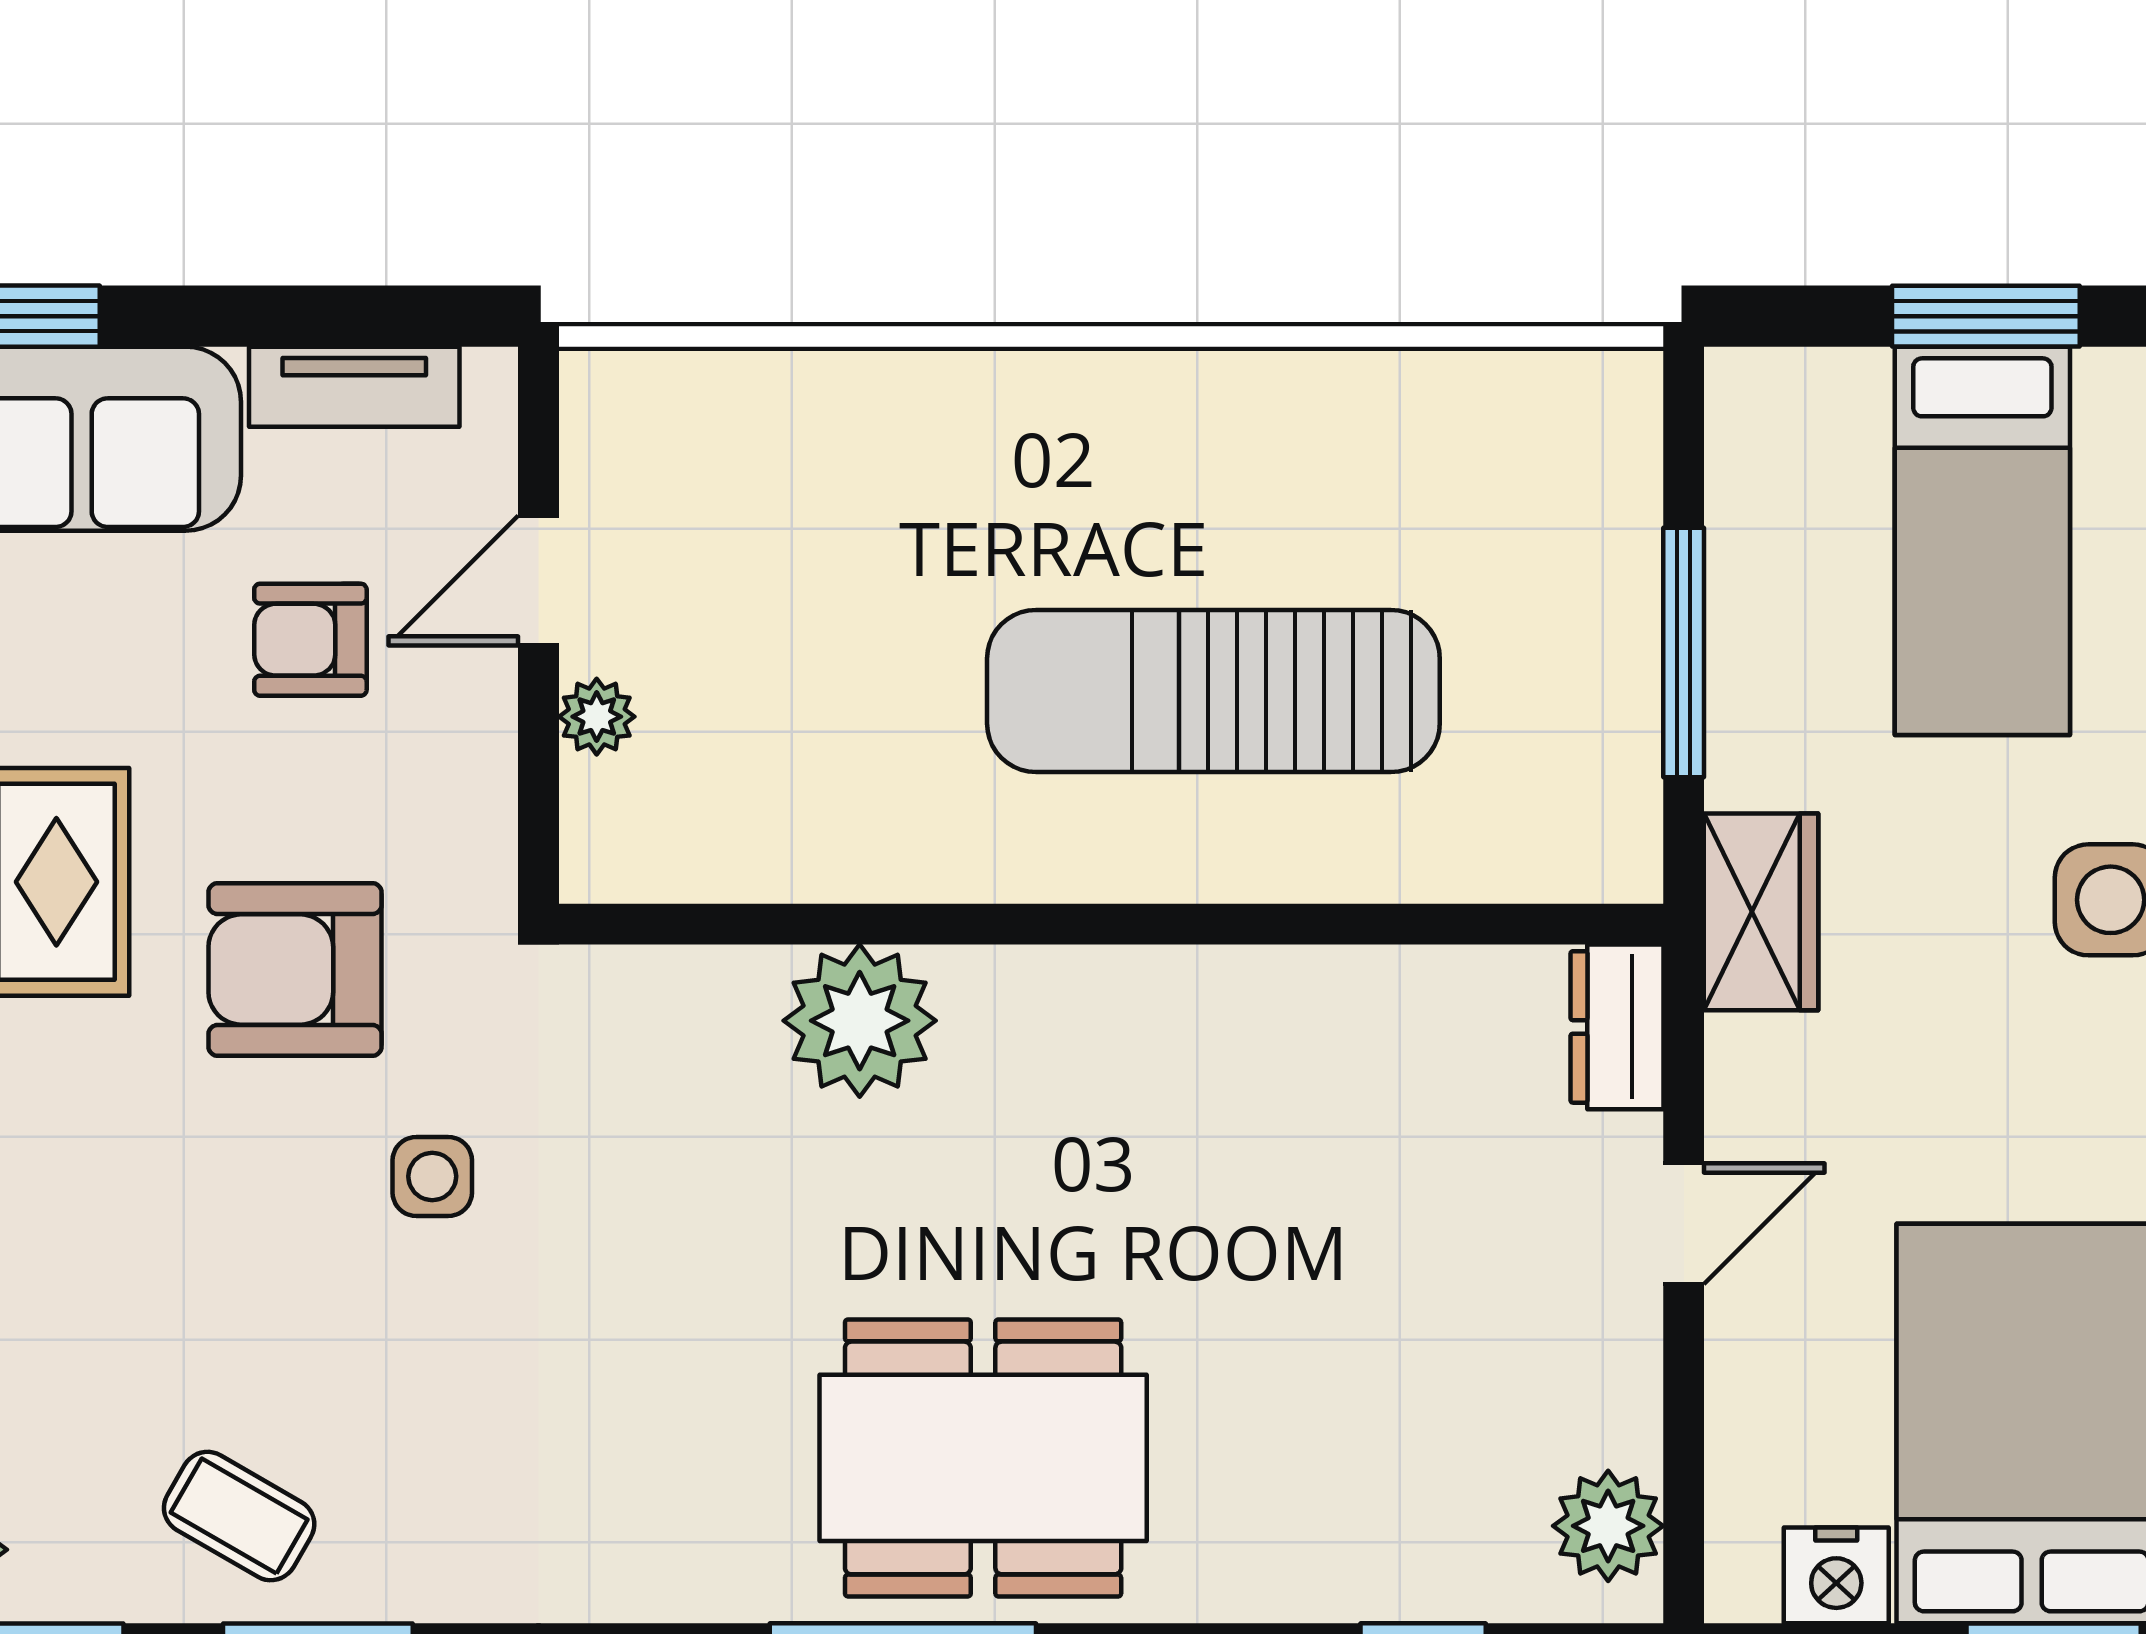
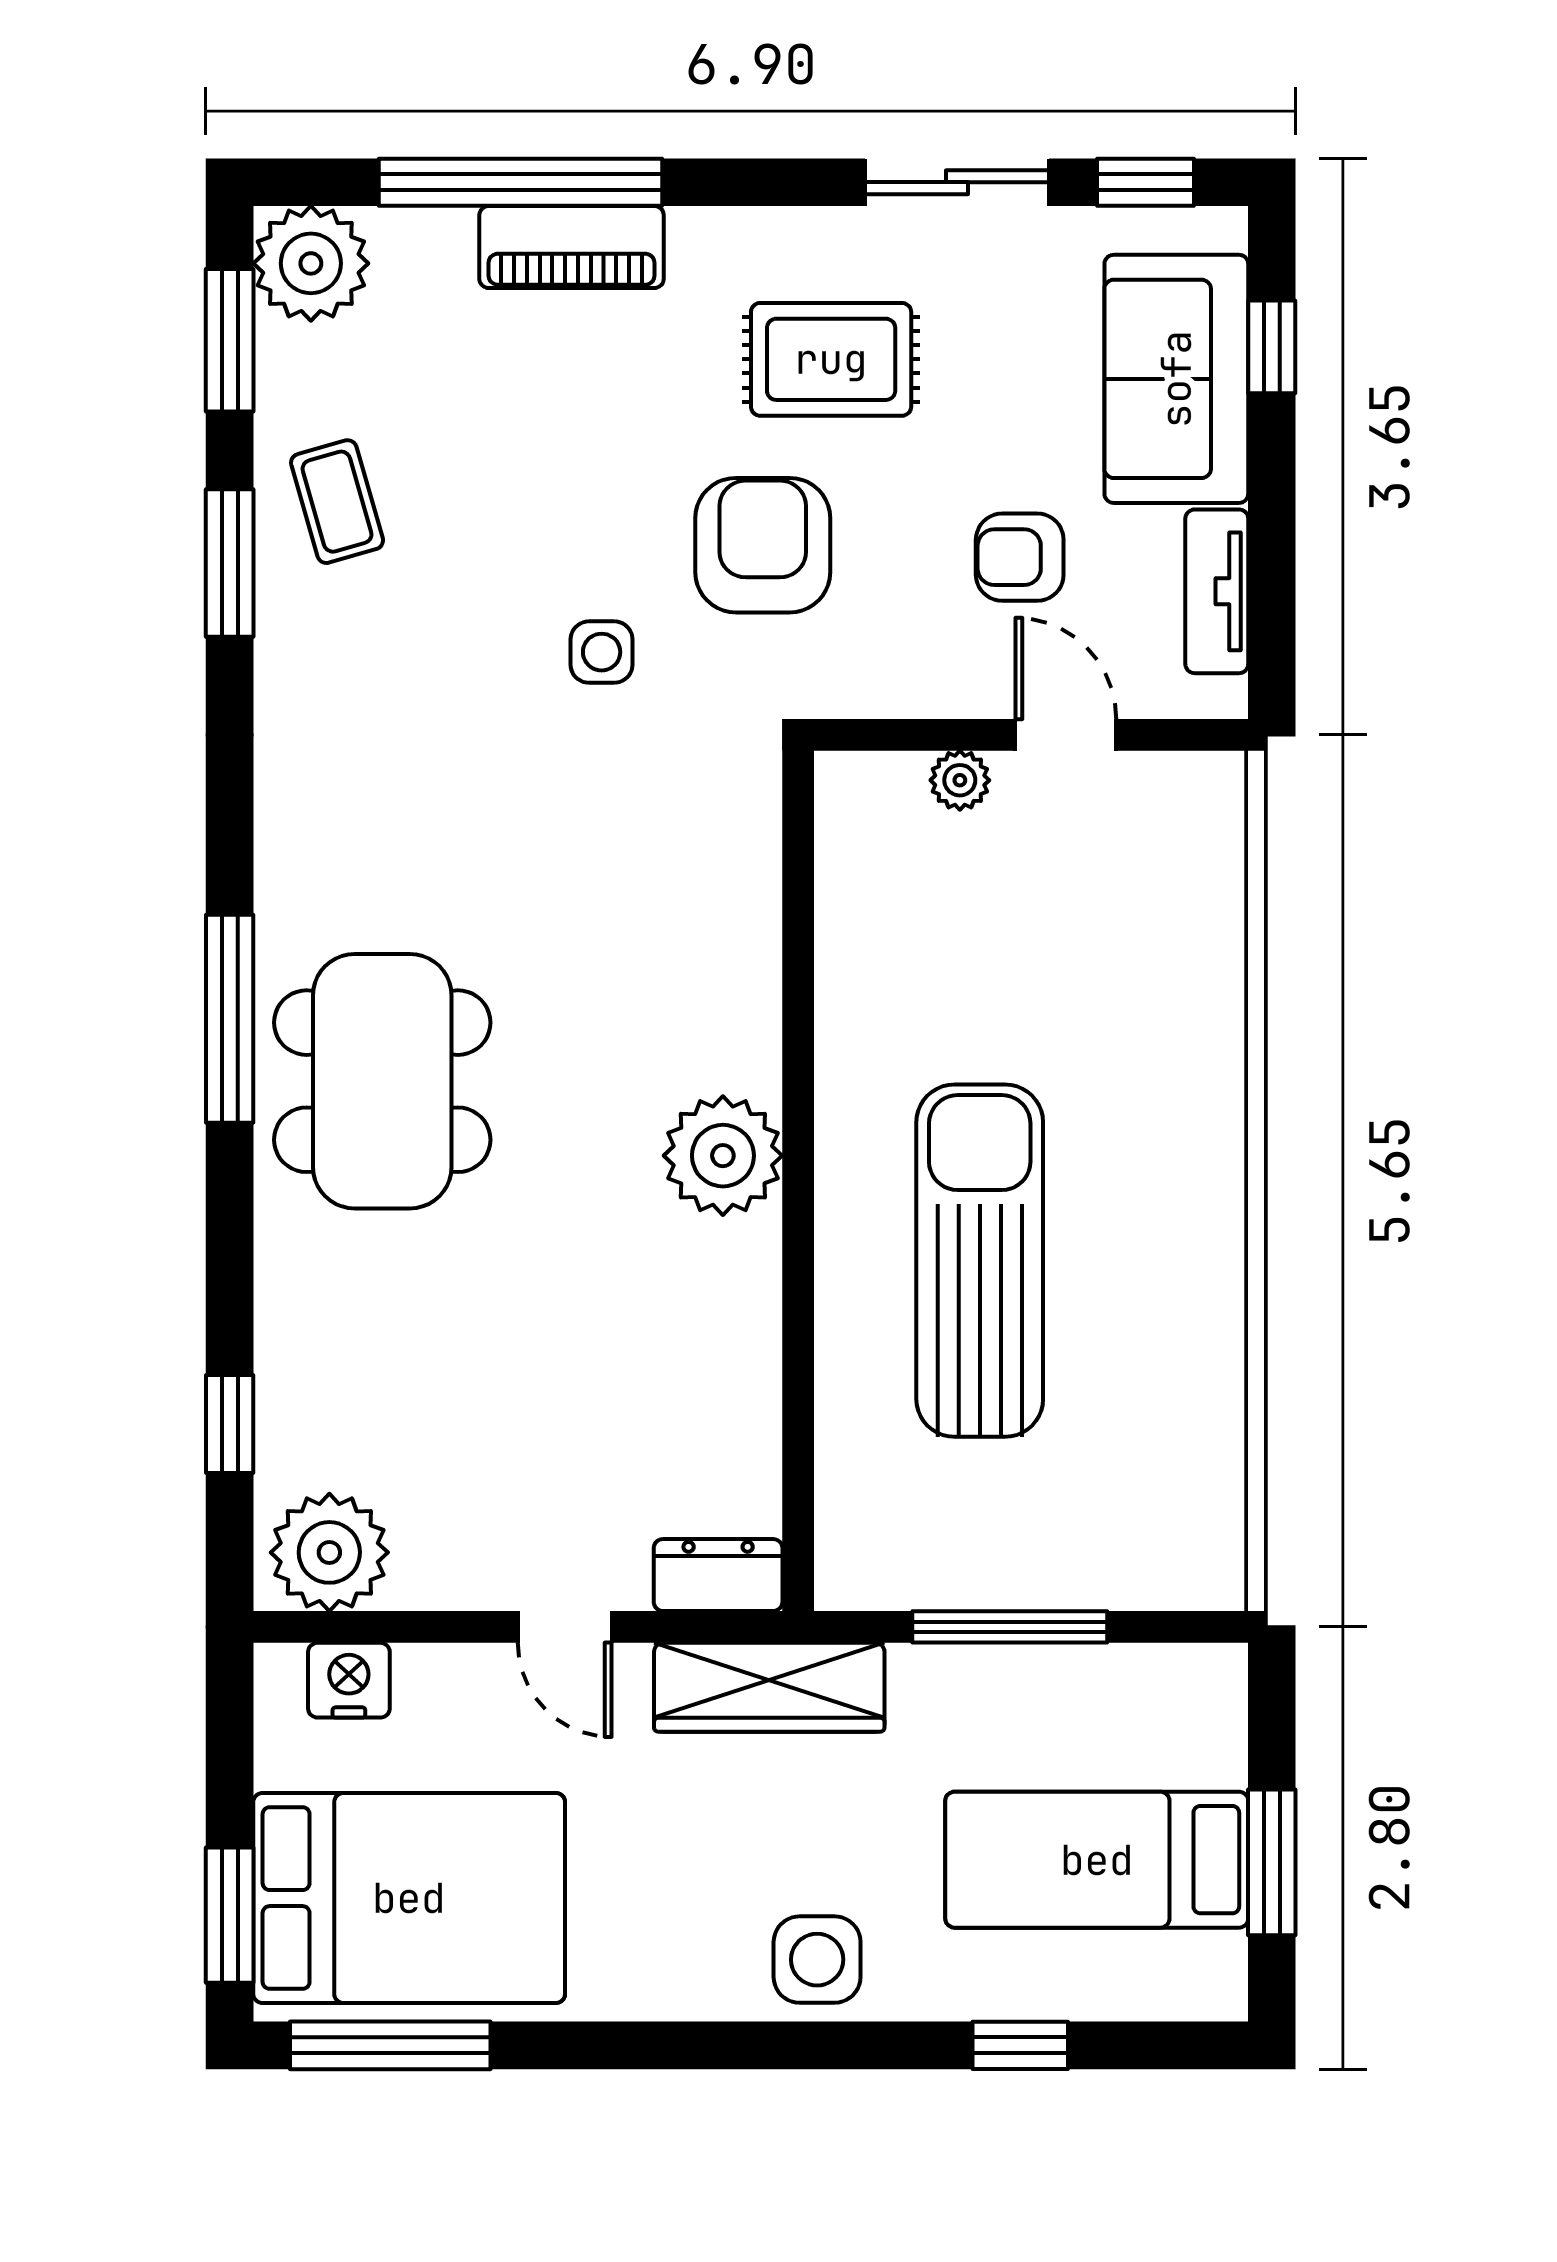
armchair: (310, 640) -> (1020, 557), turned -90
wardrobe: (1761, 912) -> (769, 1687), width x1.50
plant: (860, 1021) -> (723, 1156), moved
coffee table: (239, 1516) -> (337, 502), turned -46
plant: (1608, 1526) -> (329, 1552), width x1.36, depth x1.36
nightstand: (1836, 1575) -> (349, 1680), moved, turned 90

